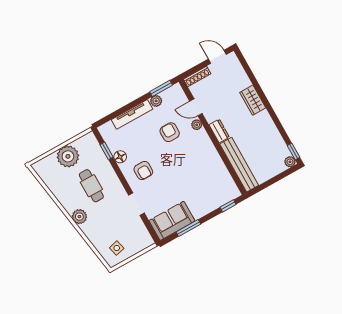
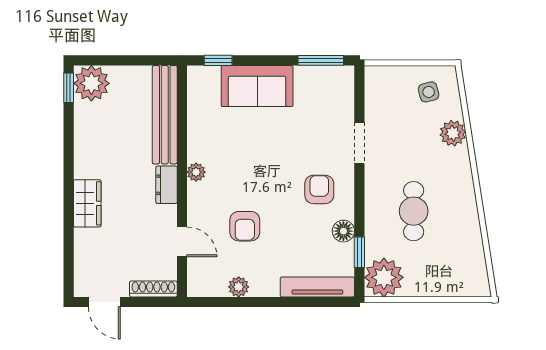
window: (161, 88) -> (220, 302), removed
tv unit: (132, 114) -> (317, 287), moved
plant: (197, 125) -> (196, 172), moved
plant: (68, 156) -> (384, 277), moved
plant: (290, 162) -> (91, 83), width x1.88, depth x1.88
plant: (79, 217) -> (453, 133), moved
sofa: (172, 221) -> (257, 86), moved
window: (188, 228) -> (321, 60), moved

